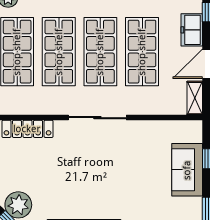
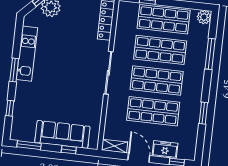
sofa: (187, 170) -> (62, 134), width x1.36

